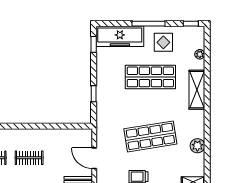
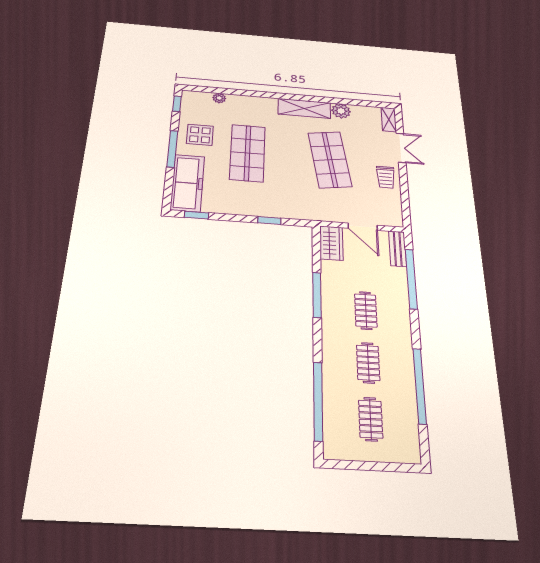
shelving: (197, 90) -> (304, 108), moved
window: (38, 126) -> (317, 295), added
wardrobe: (79, 136) -> (331, 243), added
door: (94, 158) -> (363, 227), hinge flipped

